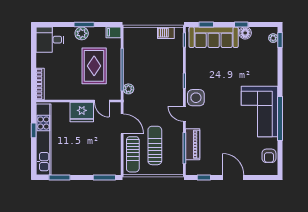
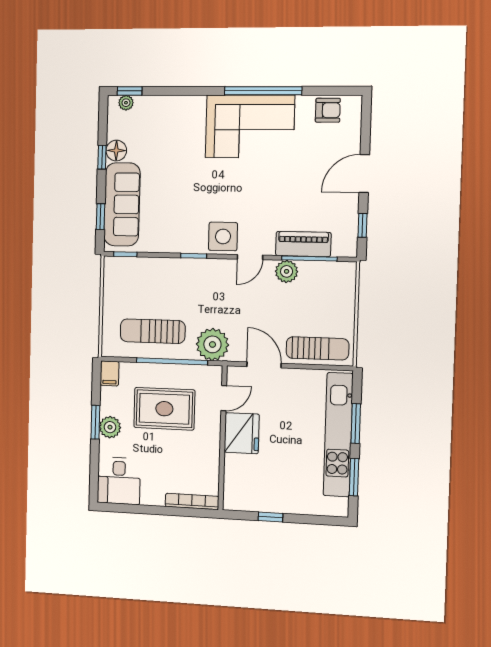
barbecue: (166, 33) -> (112, 285), removed
plant: (128, 89) -> (212, 344), width x1.88, depth x1.88
door: (122, 124) -> (264, 365), hinge flipped
plant: (177, 135) -> (287, 271), added
kitchen unit: (43, 139) -> (338, 435), moved, turned -90
sun lounger: (155, 145) -> (153, 331), moved
window: (104, 178) -> (356, 424), moved

